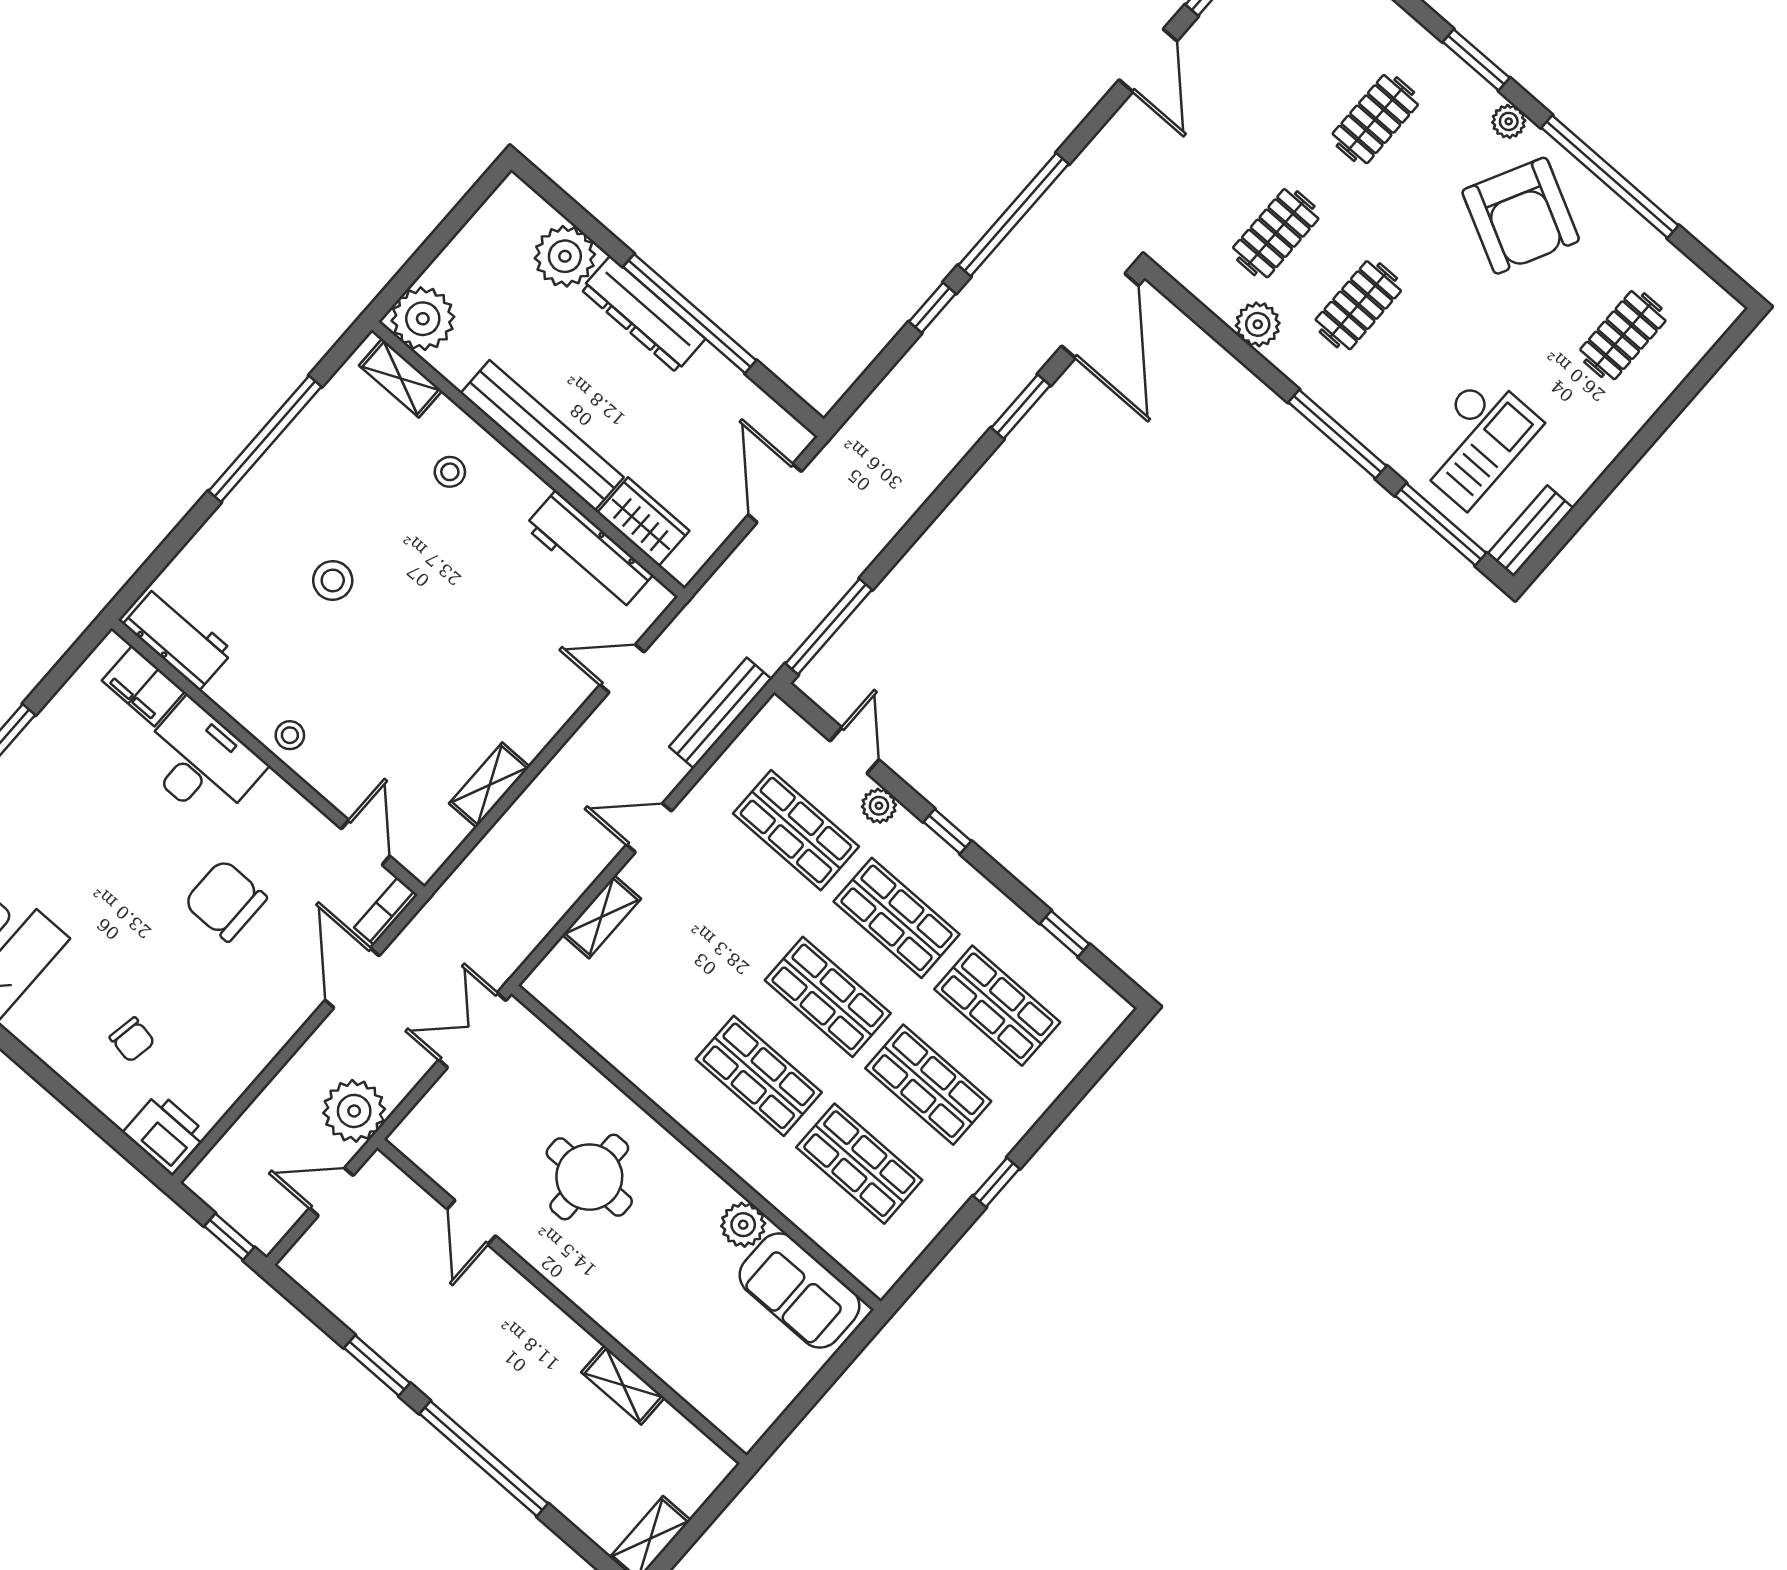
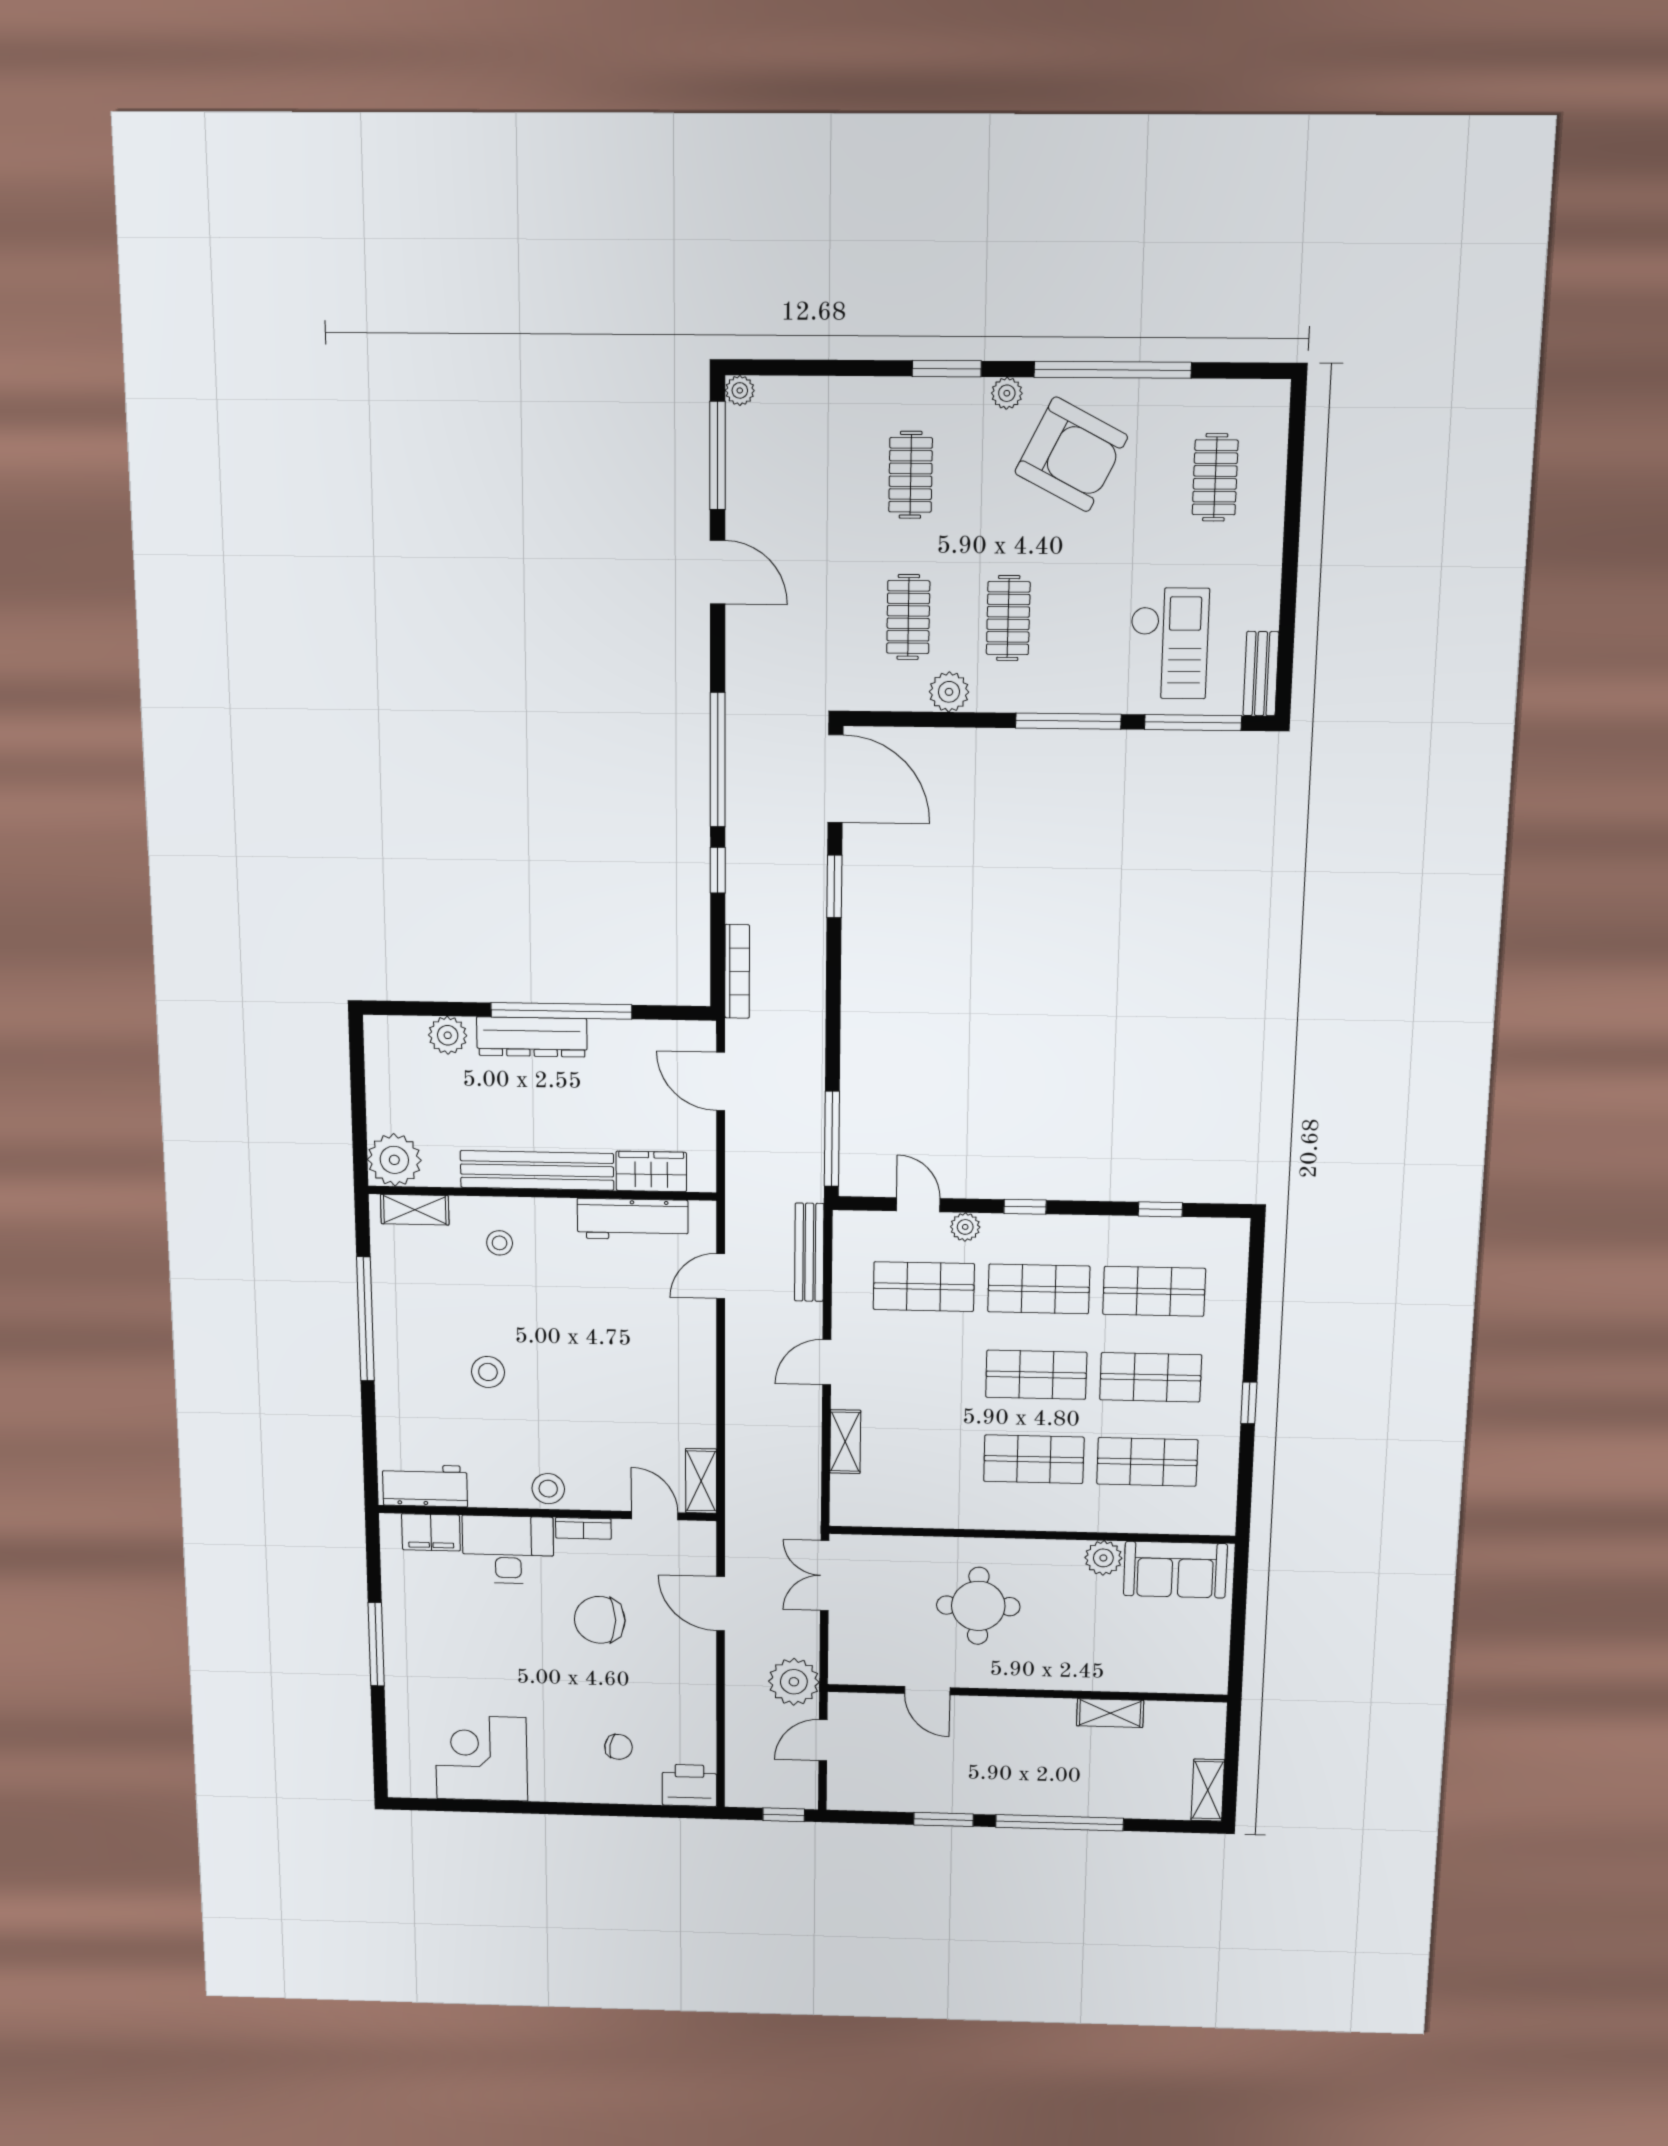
plant: (565, 256) -> (448, 1035), width x0.73, depth x0.73
bookcase: (873, 409) -> (737, 971), added
stool: (290, 735) -> (548, 1489), width x1.37, depth x1.37
shelving: (489, 785) -> (701, 1481), moved
bookcase: (386, 911) -> (583, 1528), moved, turned -90

